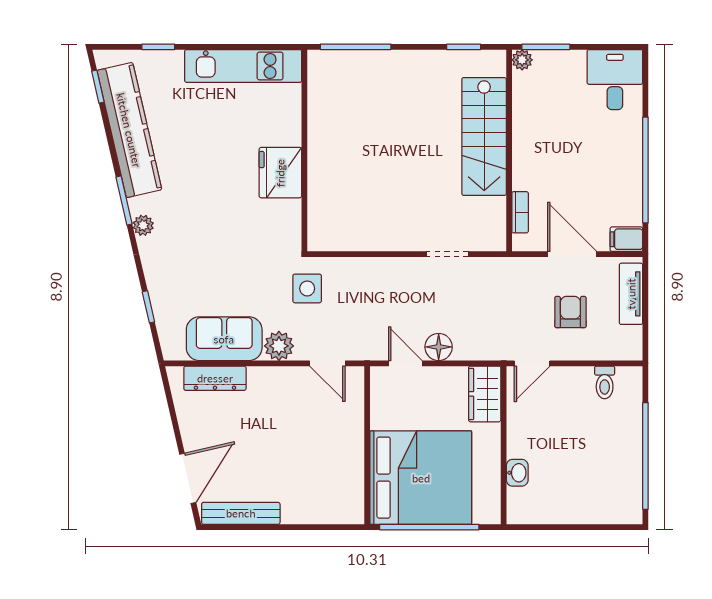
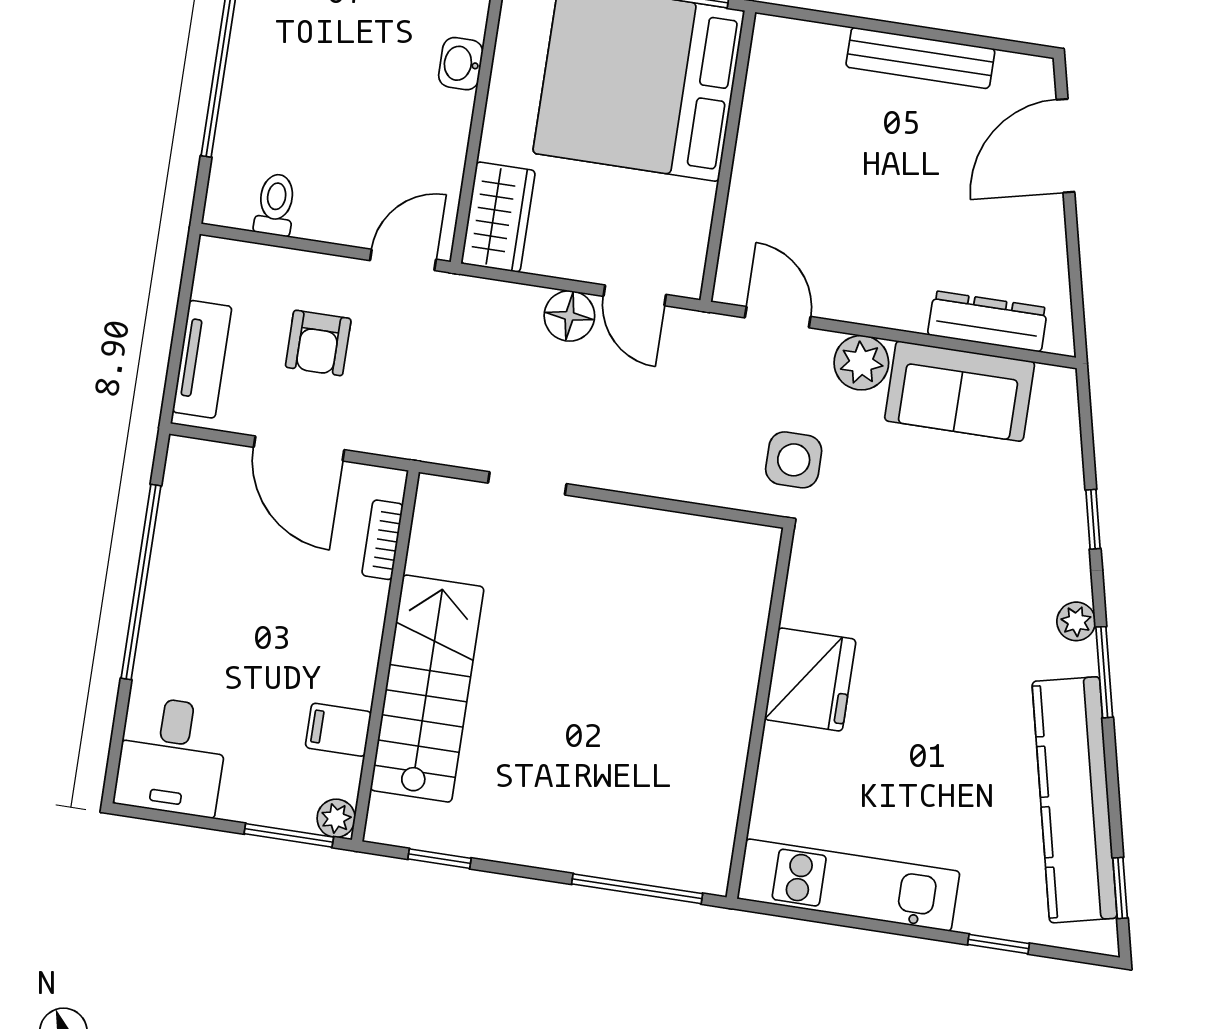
filing cabinet: (626, 239) -> (338, 730), moved, turned 180
window: (148, 307) -> (1093, 519), moved
bench: (241, 513) -> (920, 58), moved

